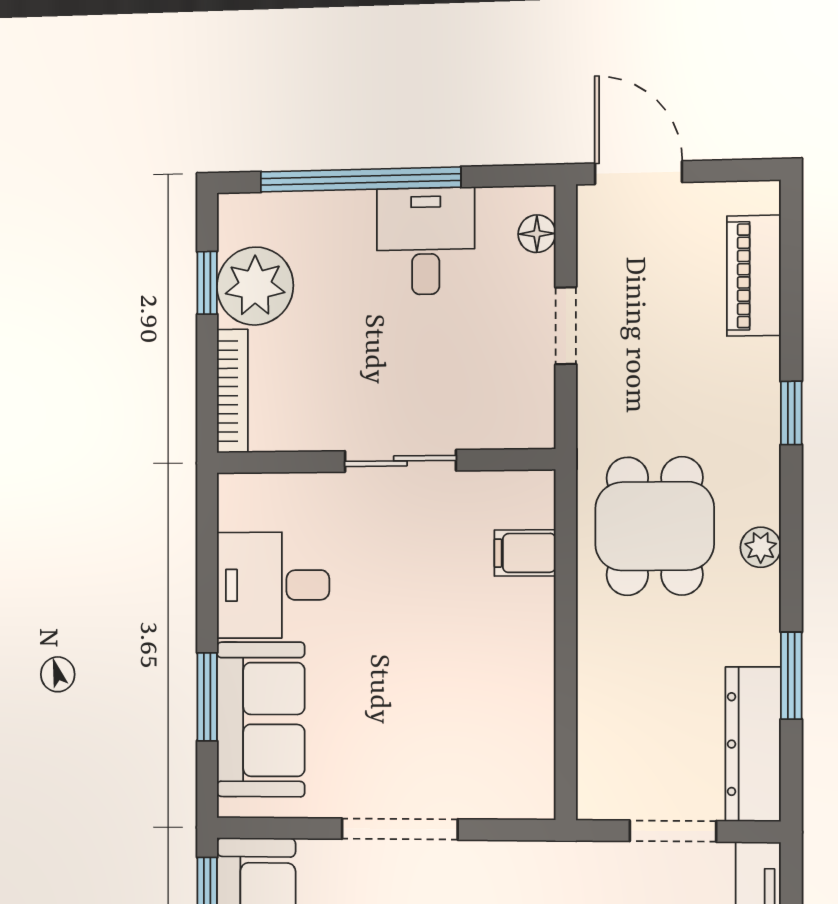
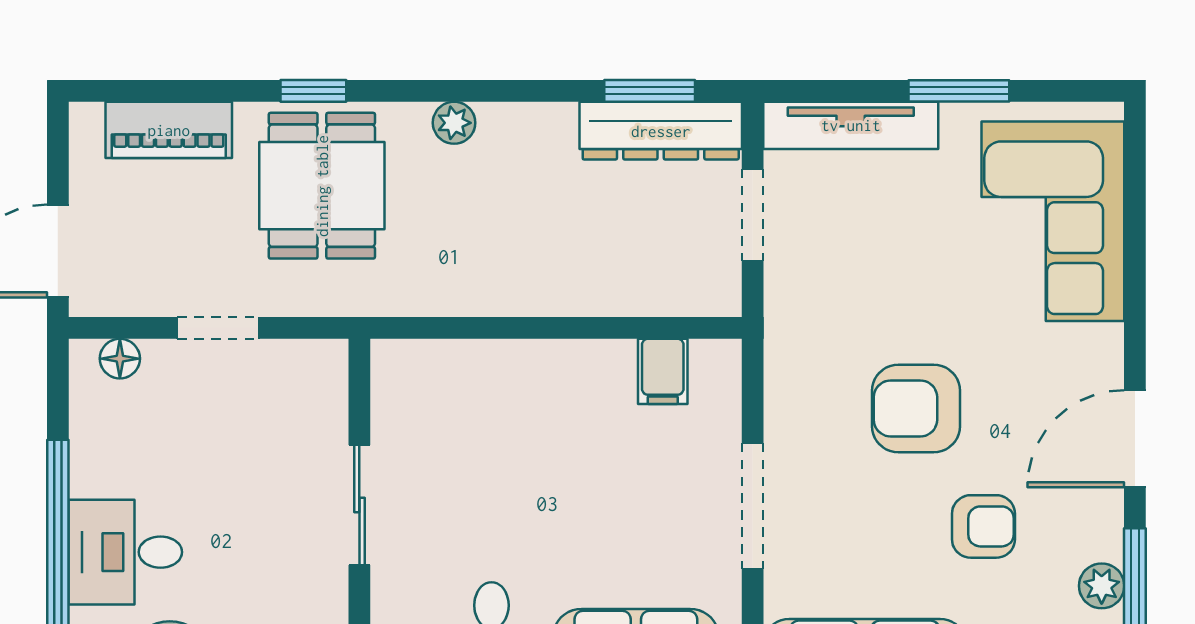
desk: (426, 241) -> (125, 552), moved
dining table: (655, 526) -> (322, 186), moved, turned 90
filing cabinet: (525, 553) -> (663, 371), moved
window: (791, 676) -> (650, 91), moved

